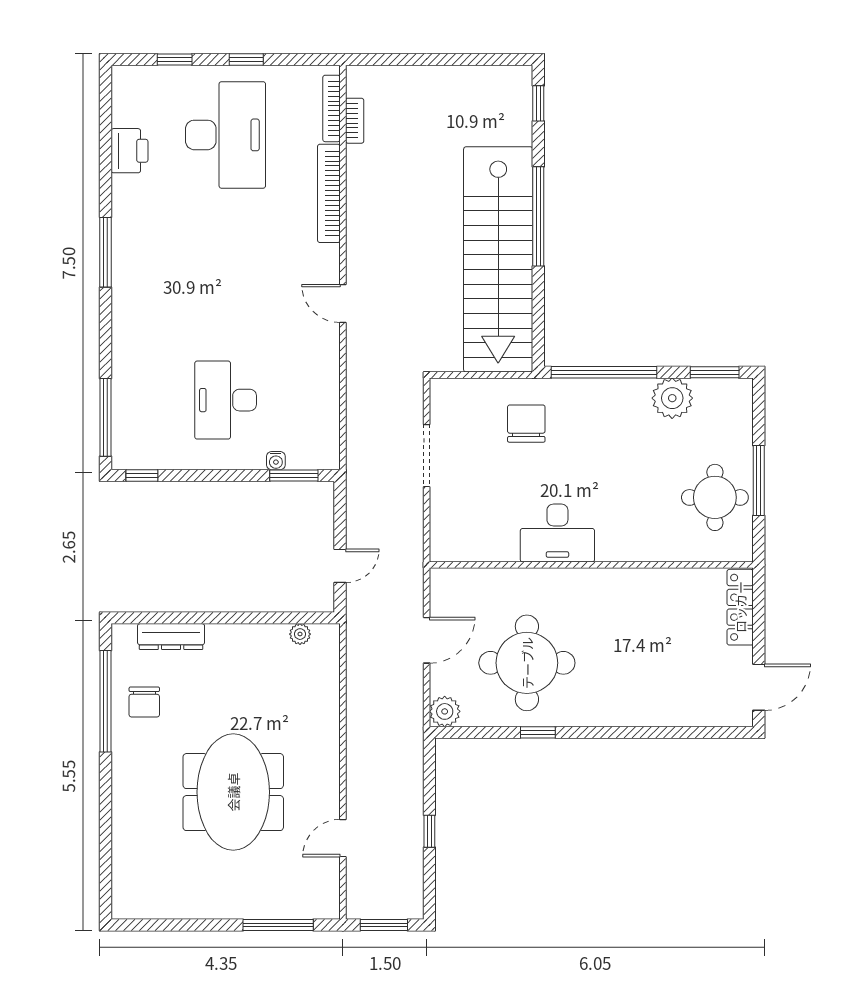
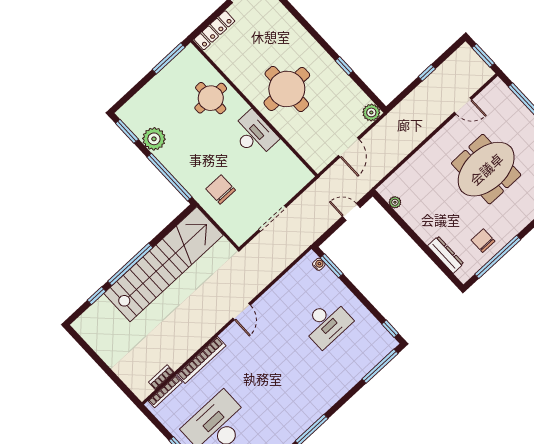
window: (538, 103) -> (96, 296), moved
chair: (526, 424) -> (221, 190), turned 90
water cooler: (276, 461) -> (319, 264), moved
window: (759, 481) -> (169, 58), moved
round table: (715, 497) -> (211, 98), moved
door: (427, 640) -> (349, 147), swing flipped
round table: (527, 663) -> (287, 89), moved
chair: (144, 702) -> (483, 241), turned -90

